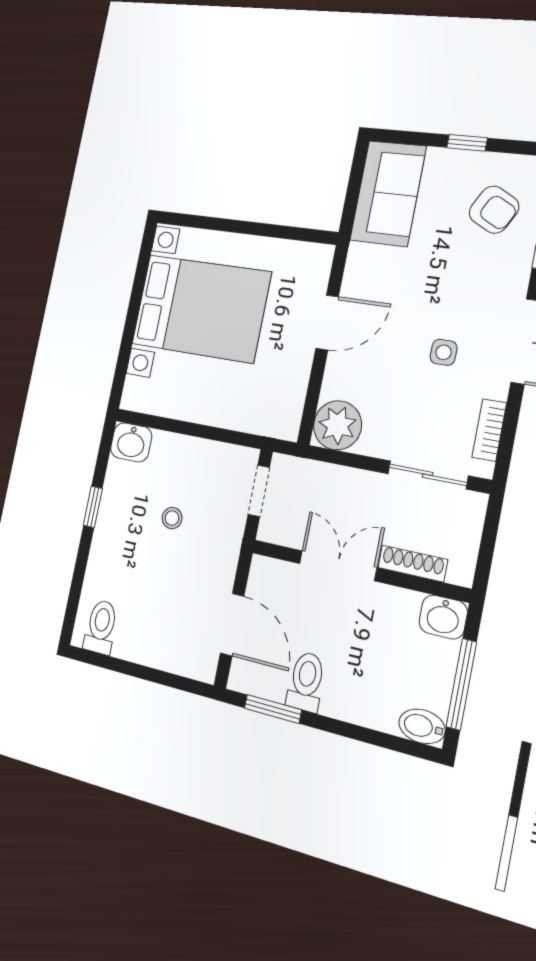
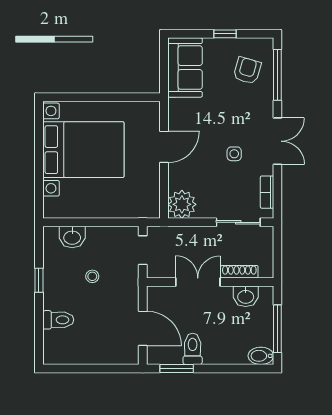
armchair: (494, 210) -> (247, 71), turned -102
washbasin: (131, 442) -> (72, 237), moved
washbasin: (443, 617) -> (246, 296), moved
toilet: (101, 627) -> (58, 320), moved, turned 90

